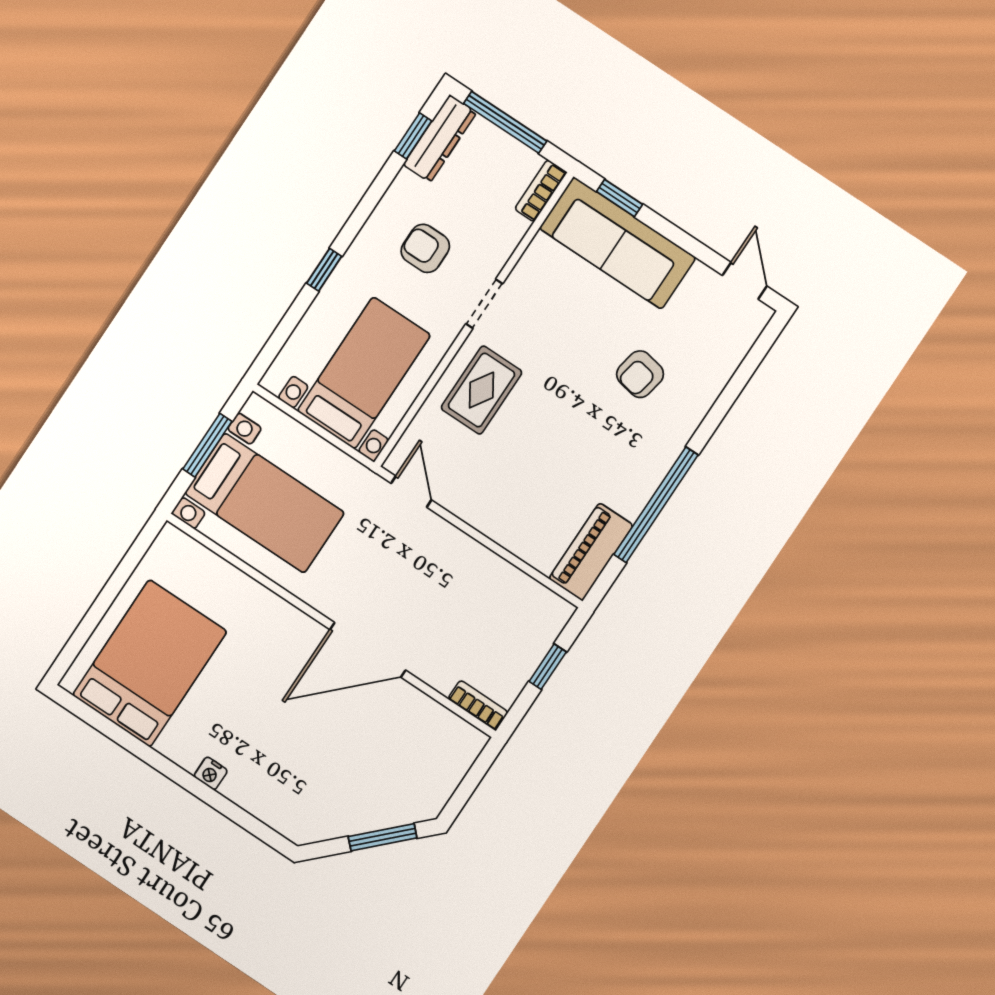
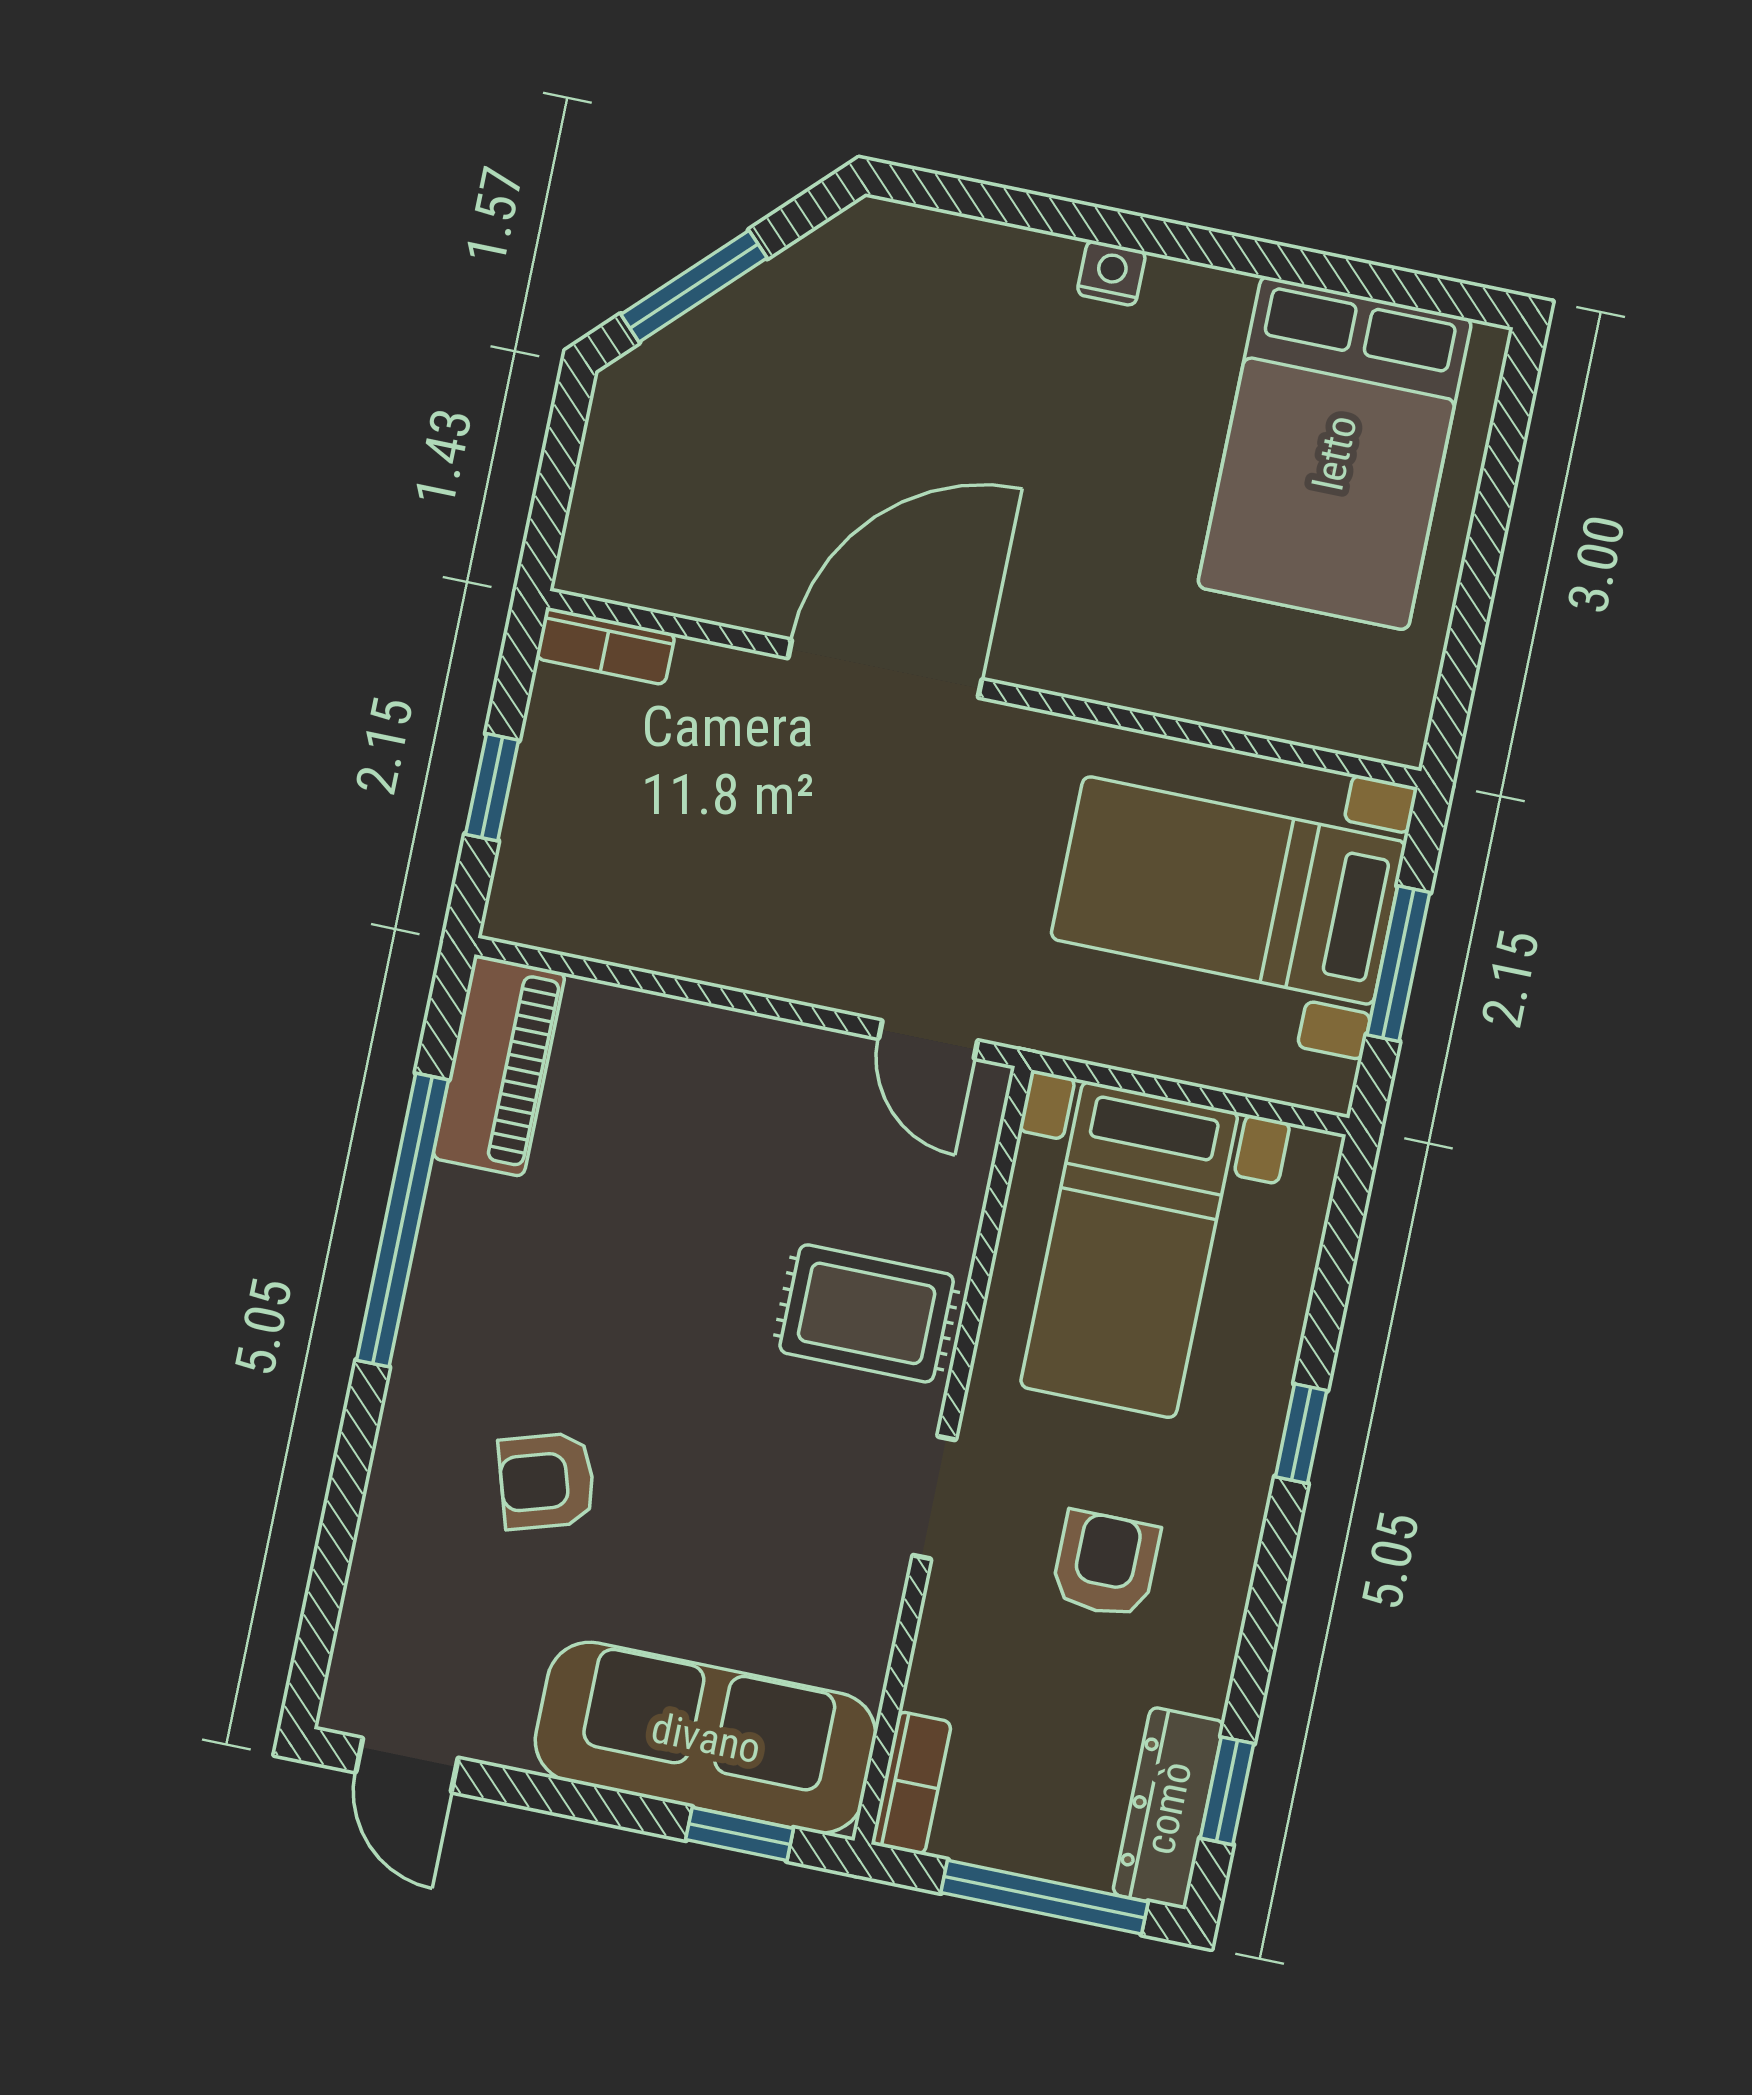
armchair: (425, 248) -> (1106, 1564), turned -90
armchair: (640, 374) -> (547, 1481), turned -118
rug: (481, 390) -> (867, 1313), turned 90

